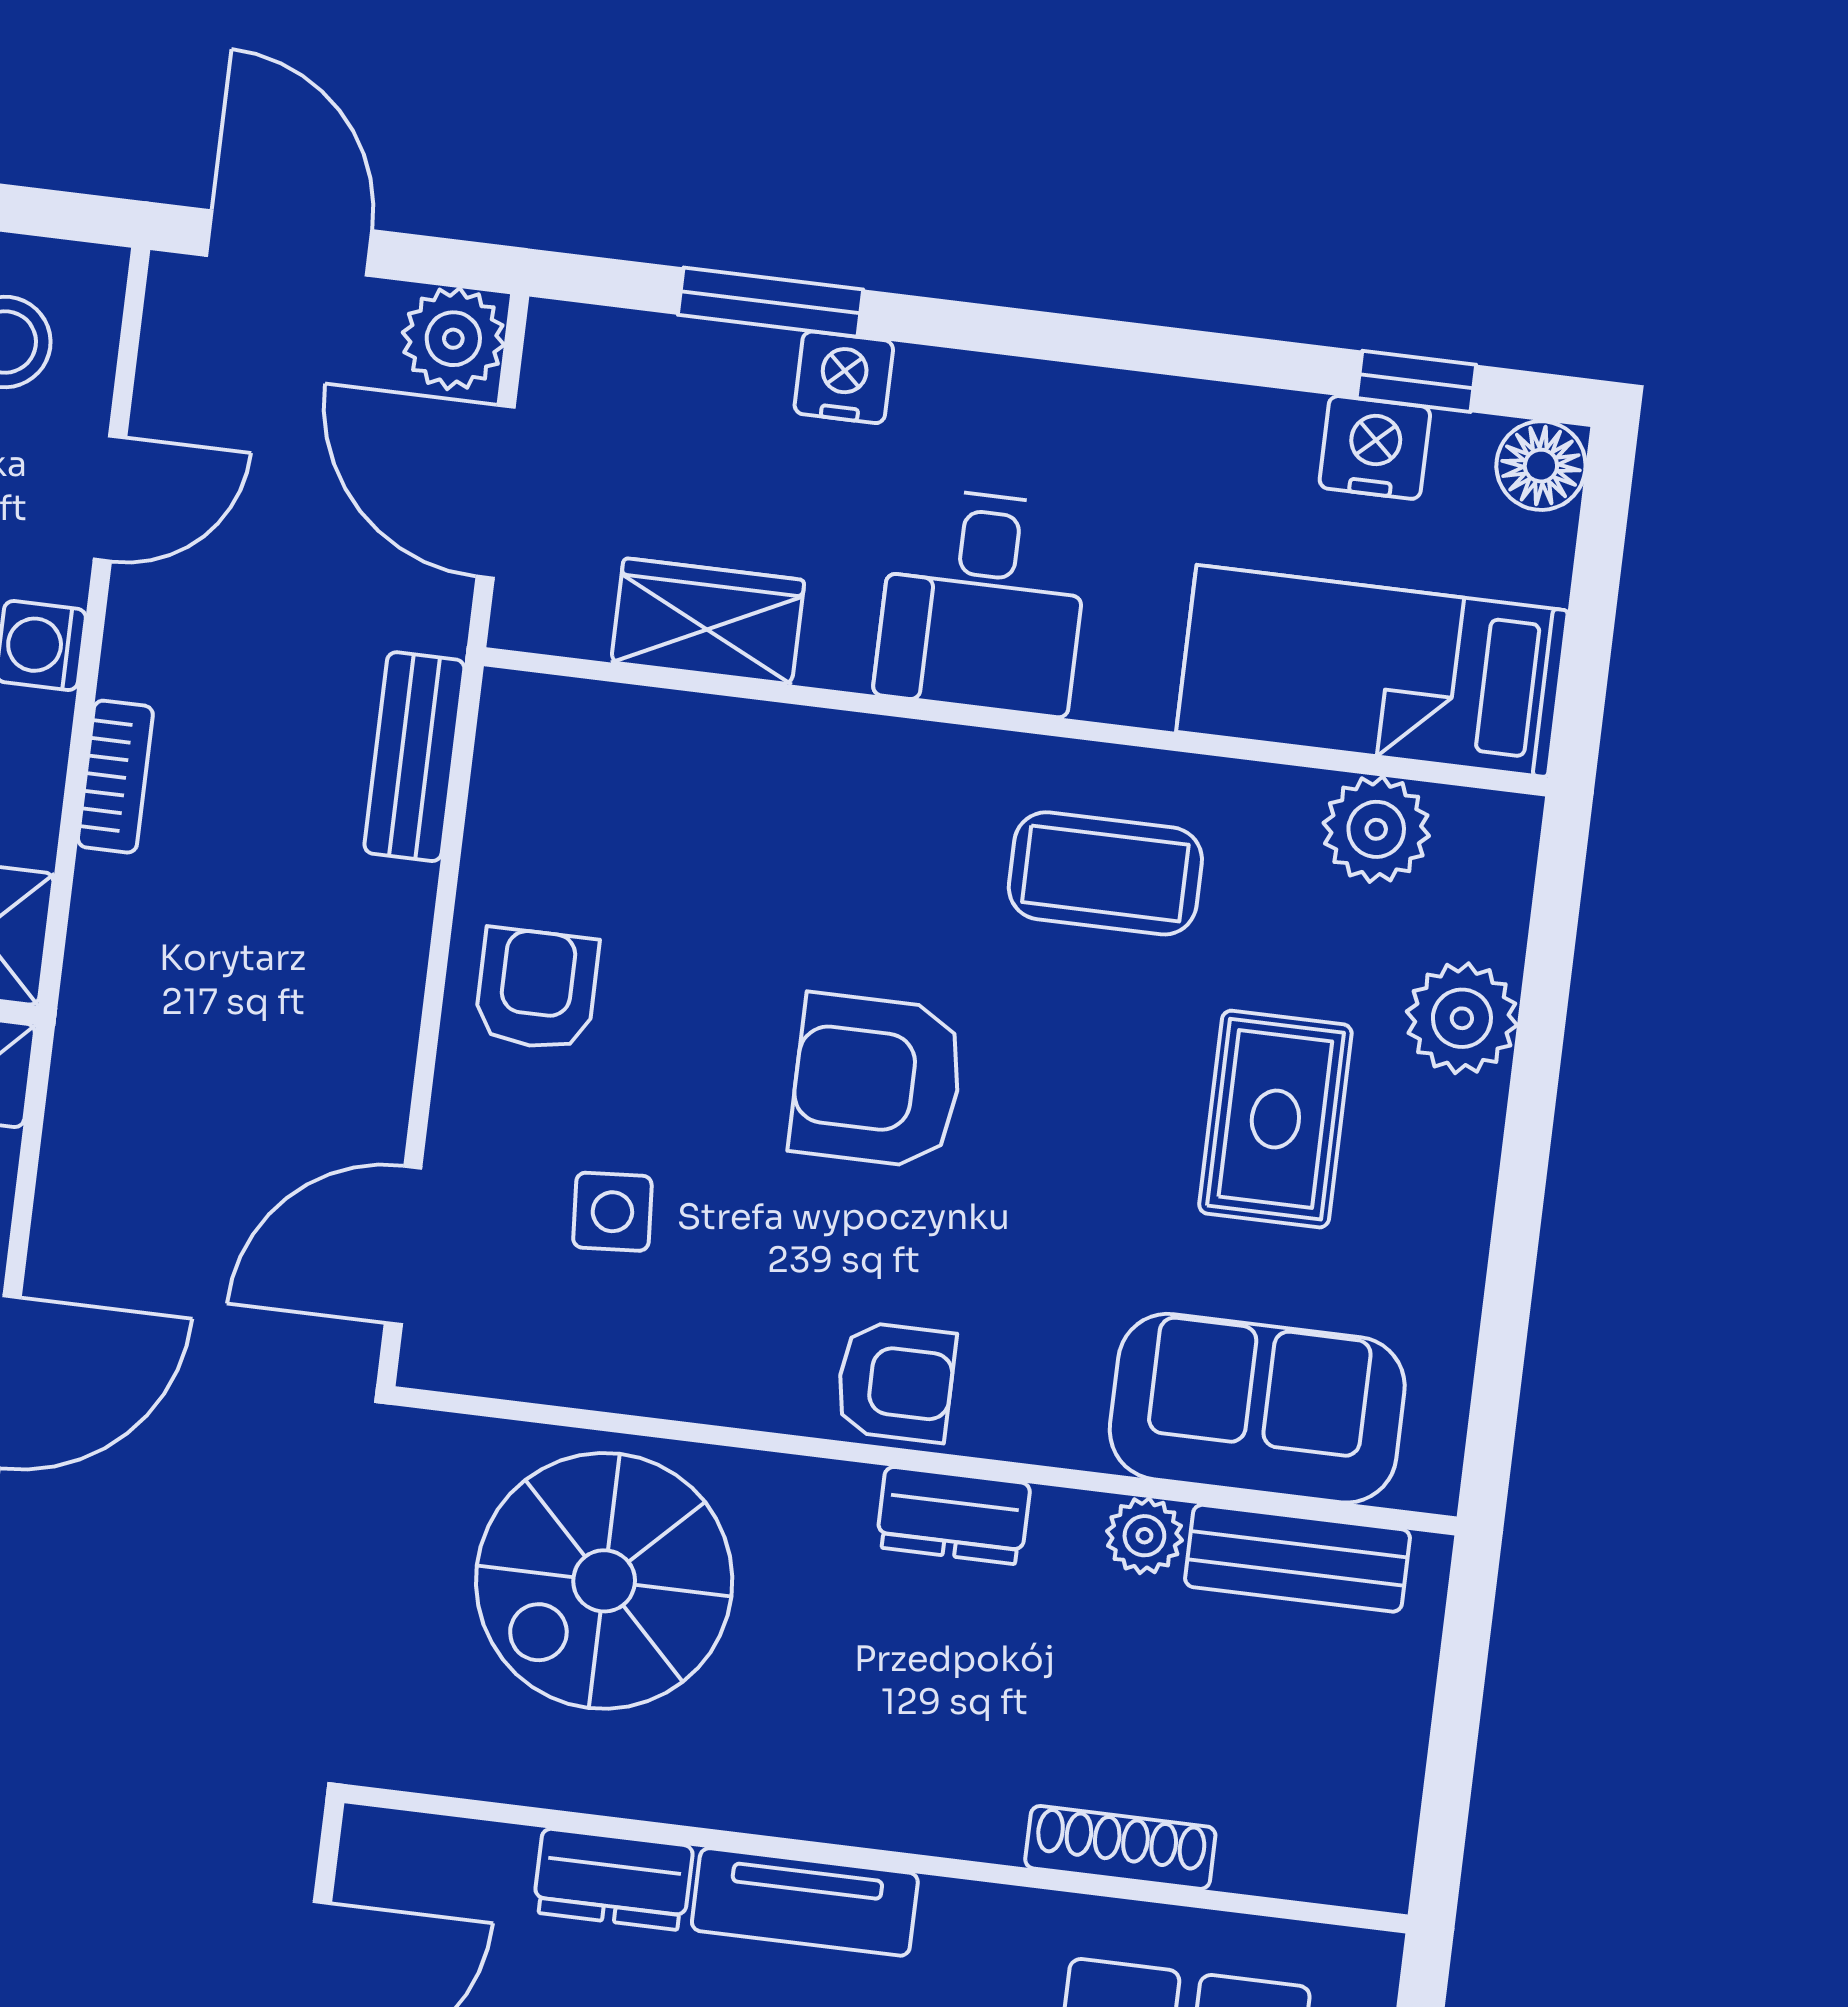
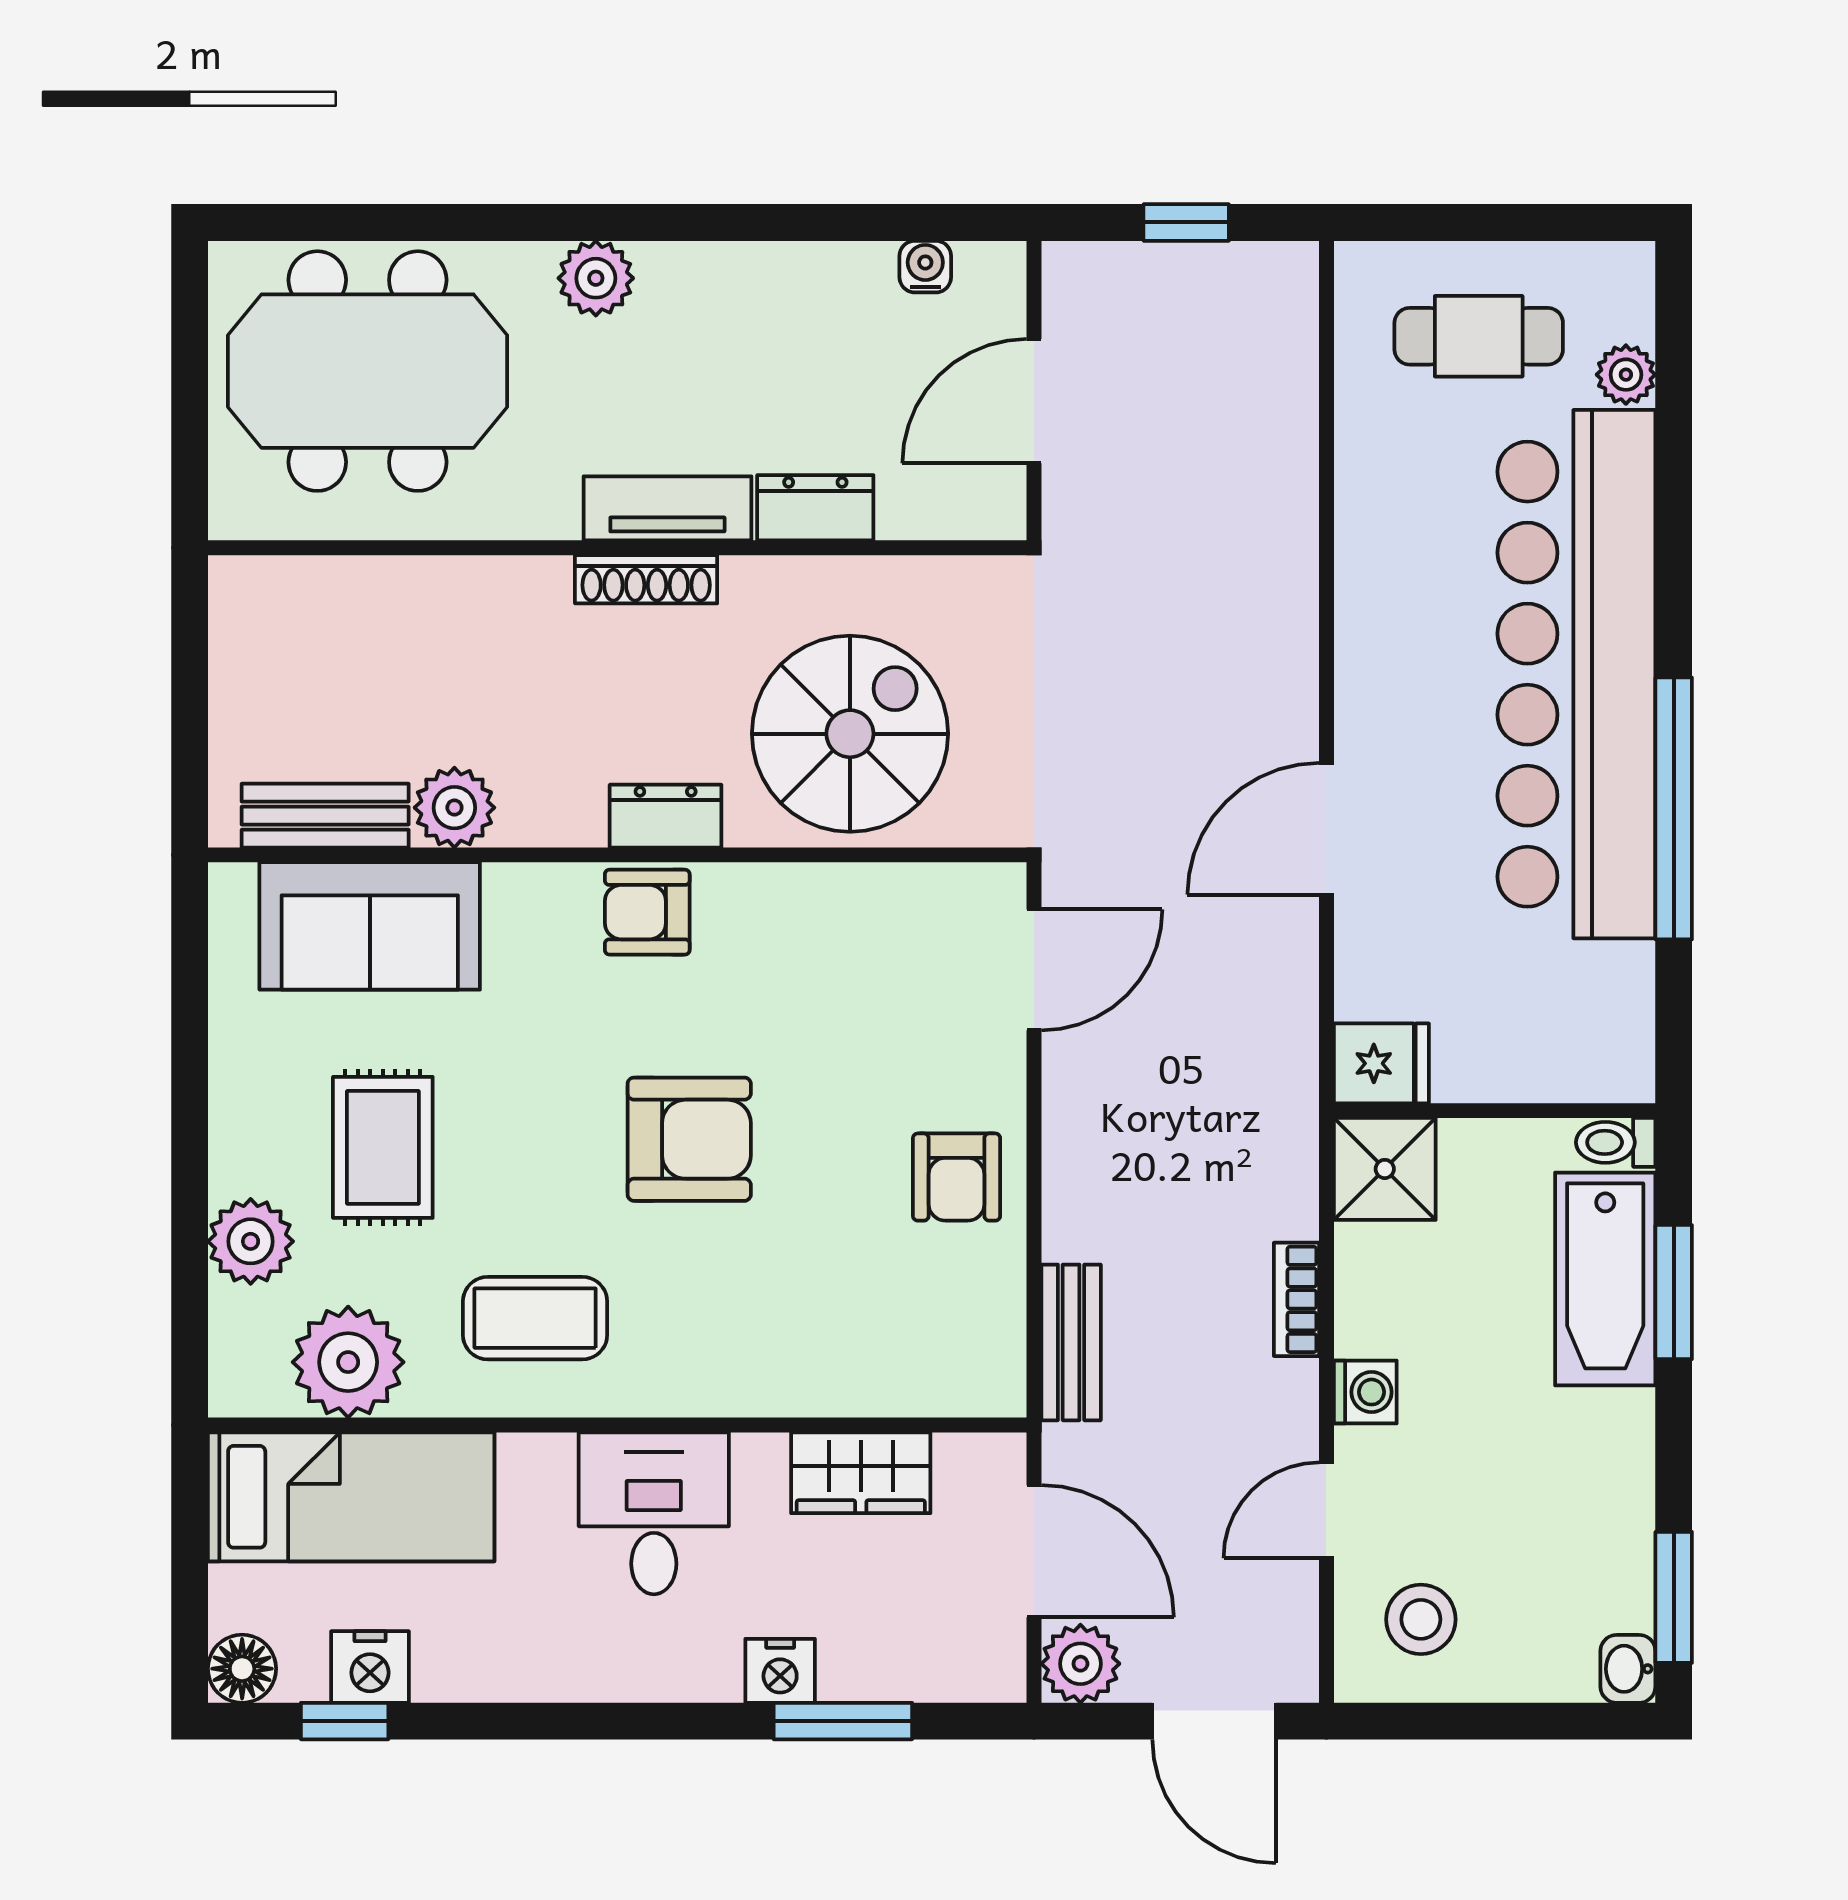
plant: (1376, 829) -> (348, 1362), width x1.36, depth x1.36
side table: (612, 1212) -> (878, 1015), removed
dresser: (953, 1515) -> (666, 816), moved
plant: (1144, 1536) -> (454, 808), width x1.38, depth x1.38
shoe rack: (1120, 1847) -> (646, 579), moved

